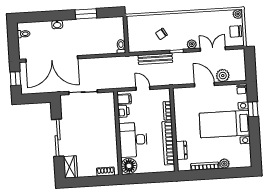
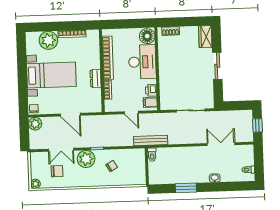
chair: (236, 31) -> (57, 171), moved
plant: (192, 44) -> (86, 159), width x1.88, depth x1.88
double door: (52, 59) -> (221, 144), width x0.54
bench: (155, 59) -> (151, 140), moved
plant: (223, 76) -> (35, 124), moved
window: (253, 109) -> (23, 89), removed
sliding door: (58, 138) -> (217, 66), width x0.73
dresser: (182, 150) -> (96, 78), moved
plant: (224, 164) -> (48, 40), width x1.88, depth x1.88

